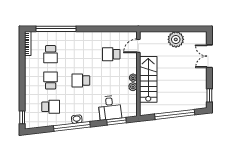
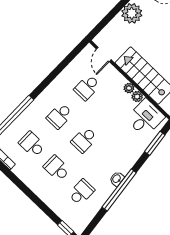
school desk: (51, 54) -> (32, 144), turned 180
school desk: (81, 54) -> (60, 116), added
desk: (110, 108) -> (145, 118), moved, turned -83

